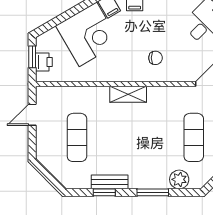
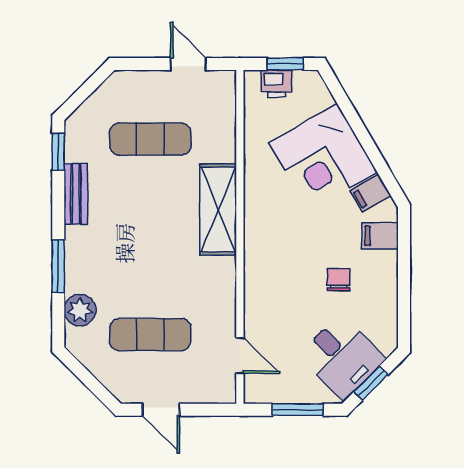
chair: (156, 58) -> (339, 280), moved, turned 180
shelving: (128, 94) -> (218, 210), width x1.50, depth x1.33
window: (104, 192) -> (58, 152), moved

